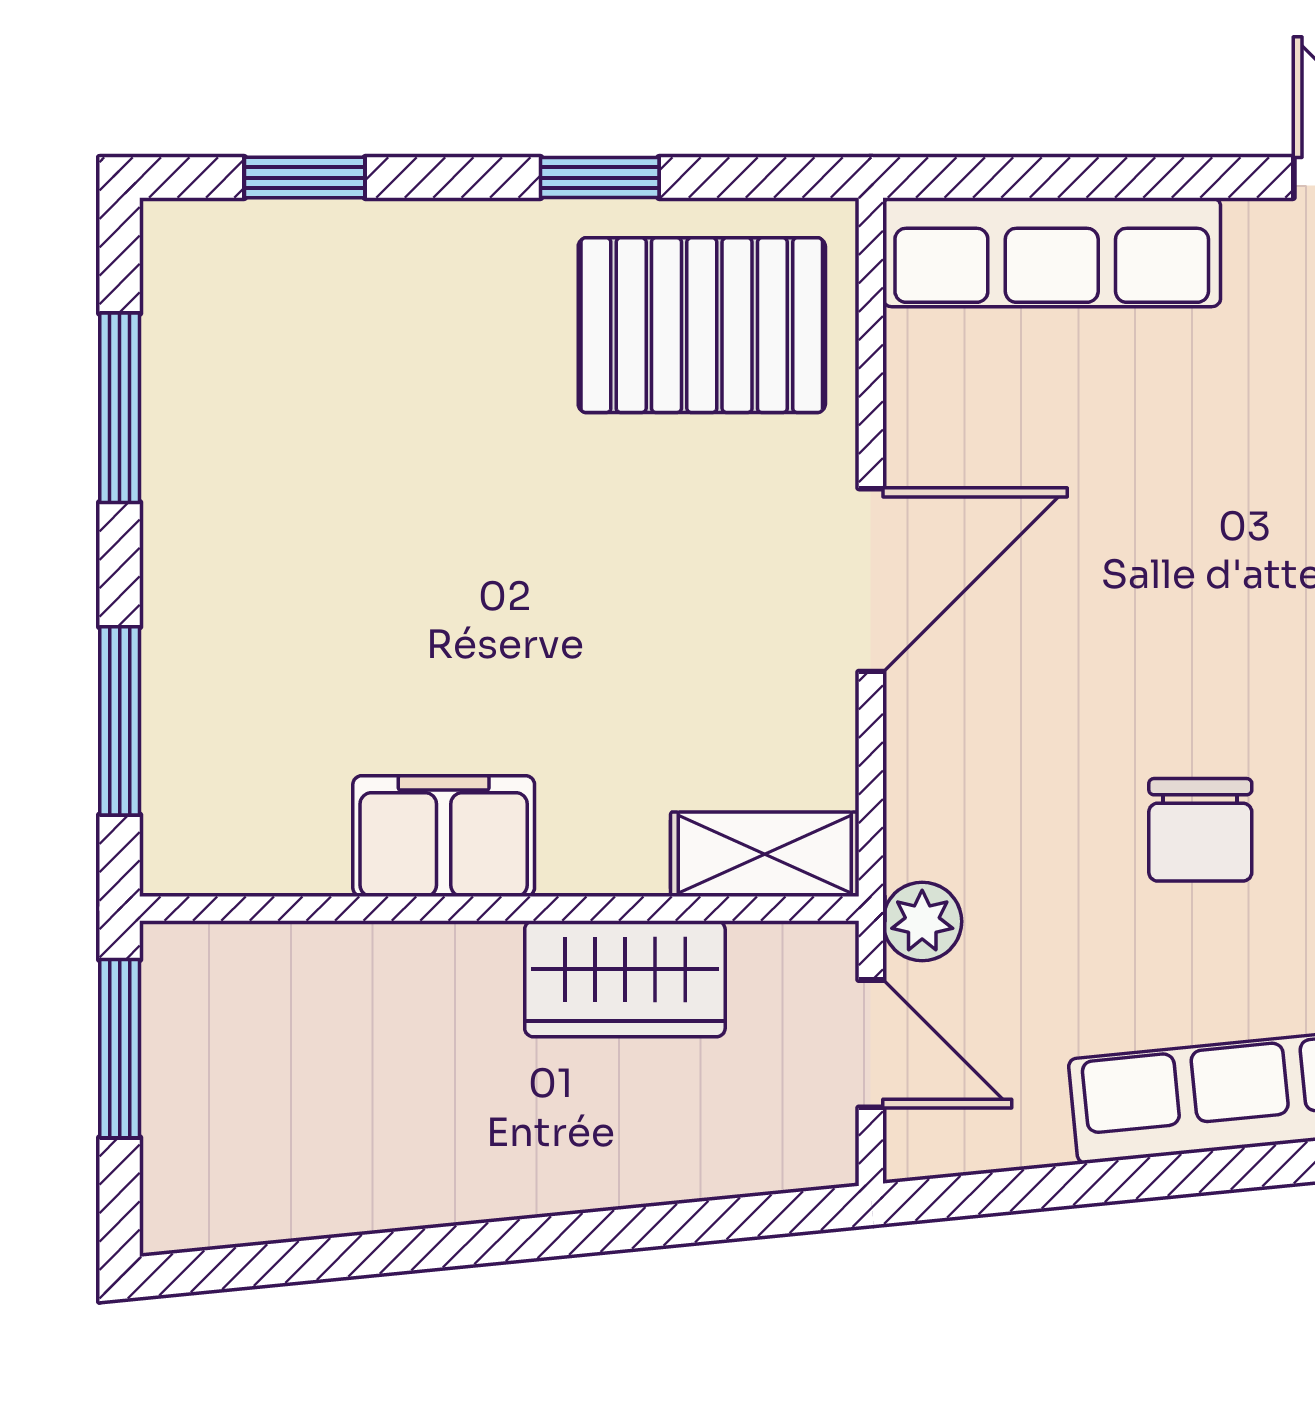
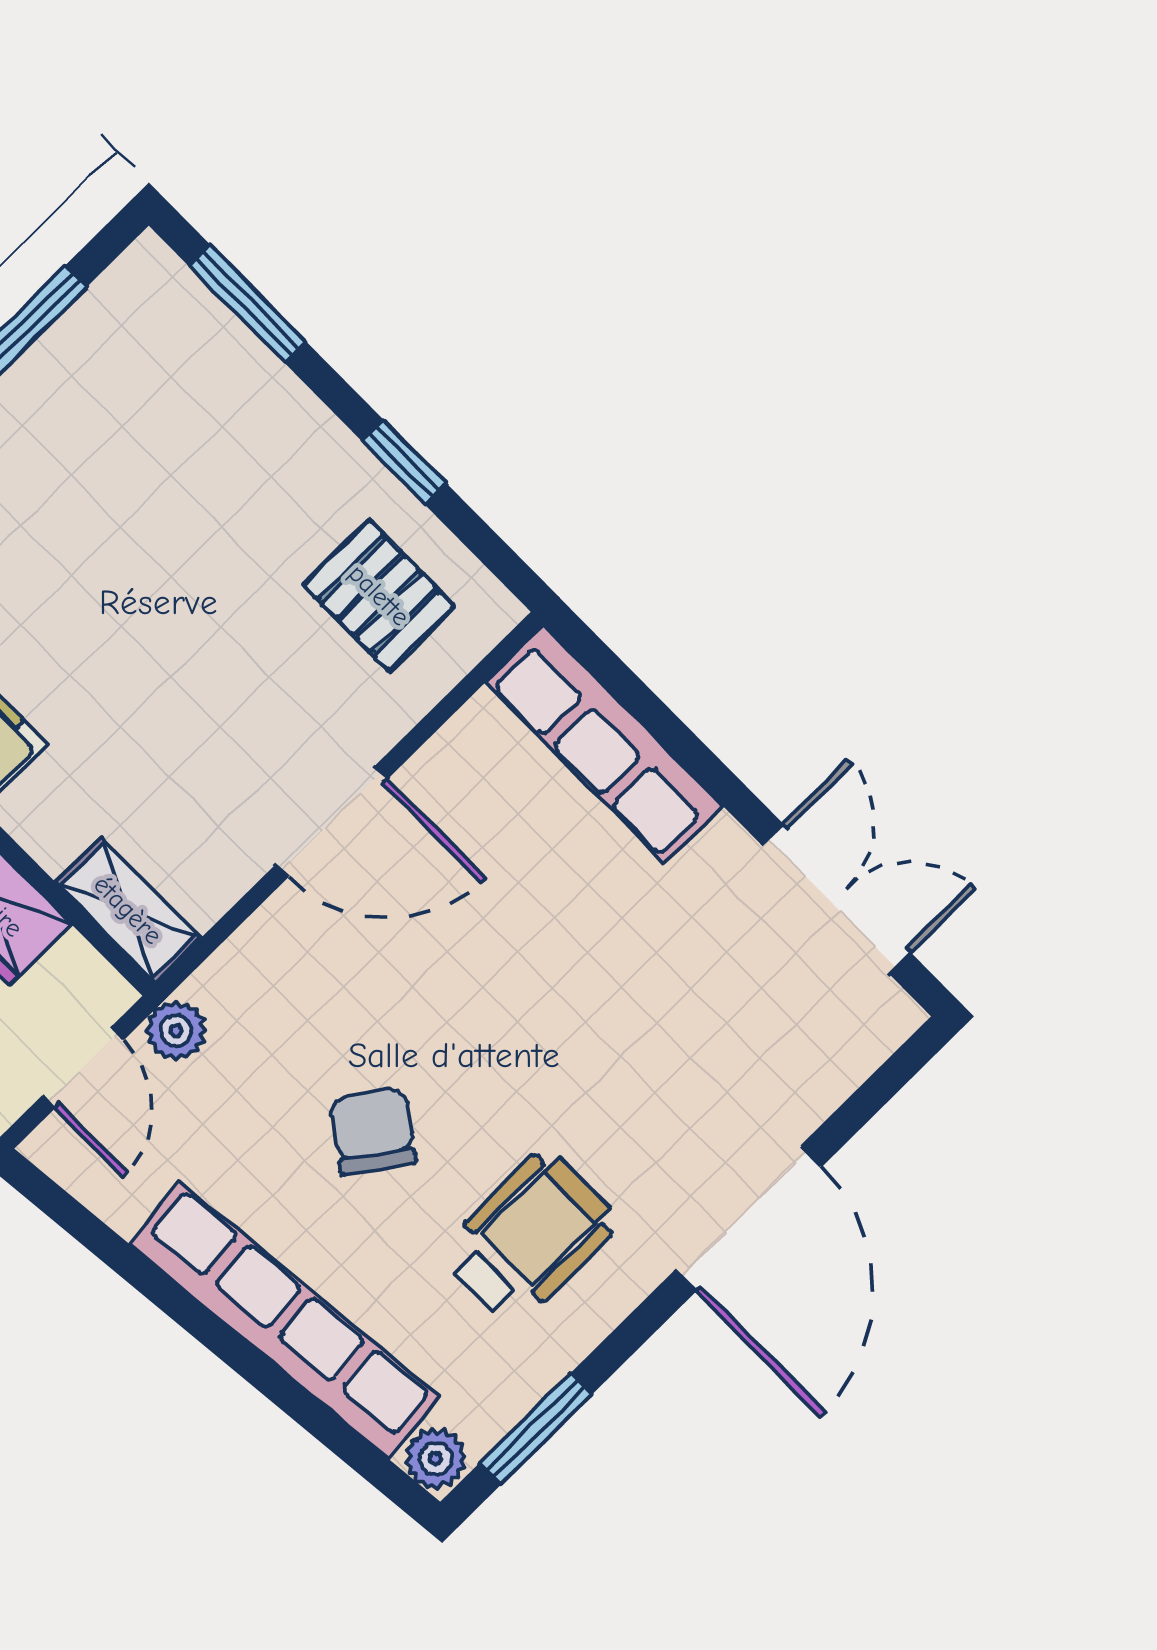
window: (305, 178) -> (247, 304), width x1.50
pallet: (702, 325) -> (379, 595), width x0.67, depth x0.71
chair: (1200, 830) -> (373, 1131), turned 126

